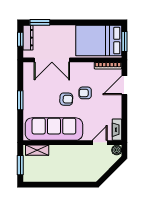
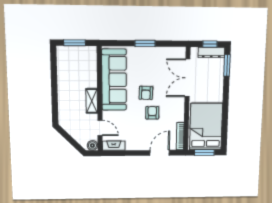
door: (124, 85) -> (160, 153), hinge flipped
shelving: (37, 150) -> (92, 101), moved

